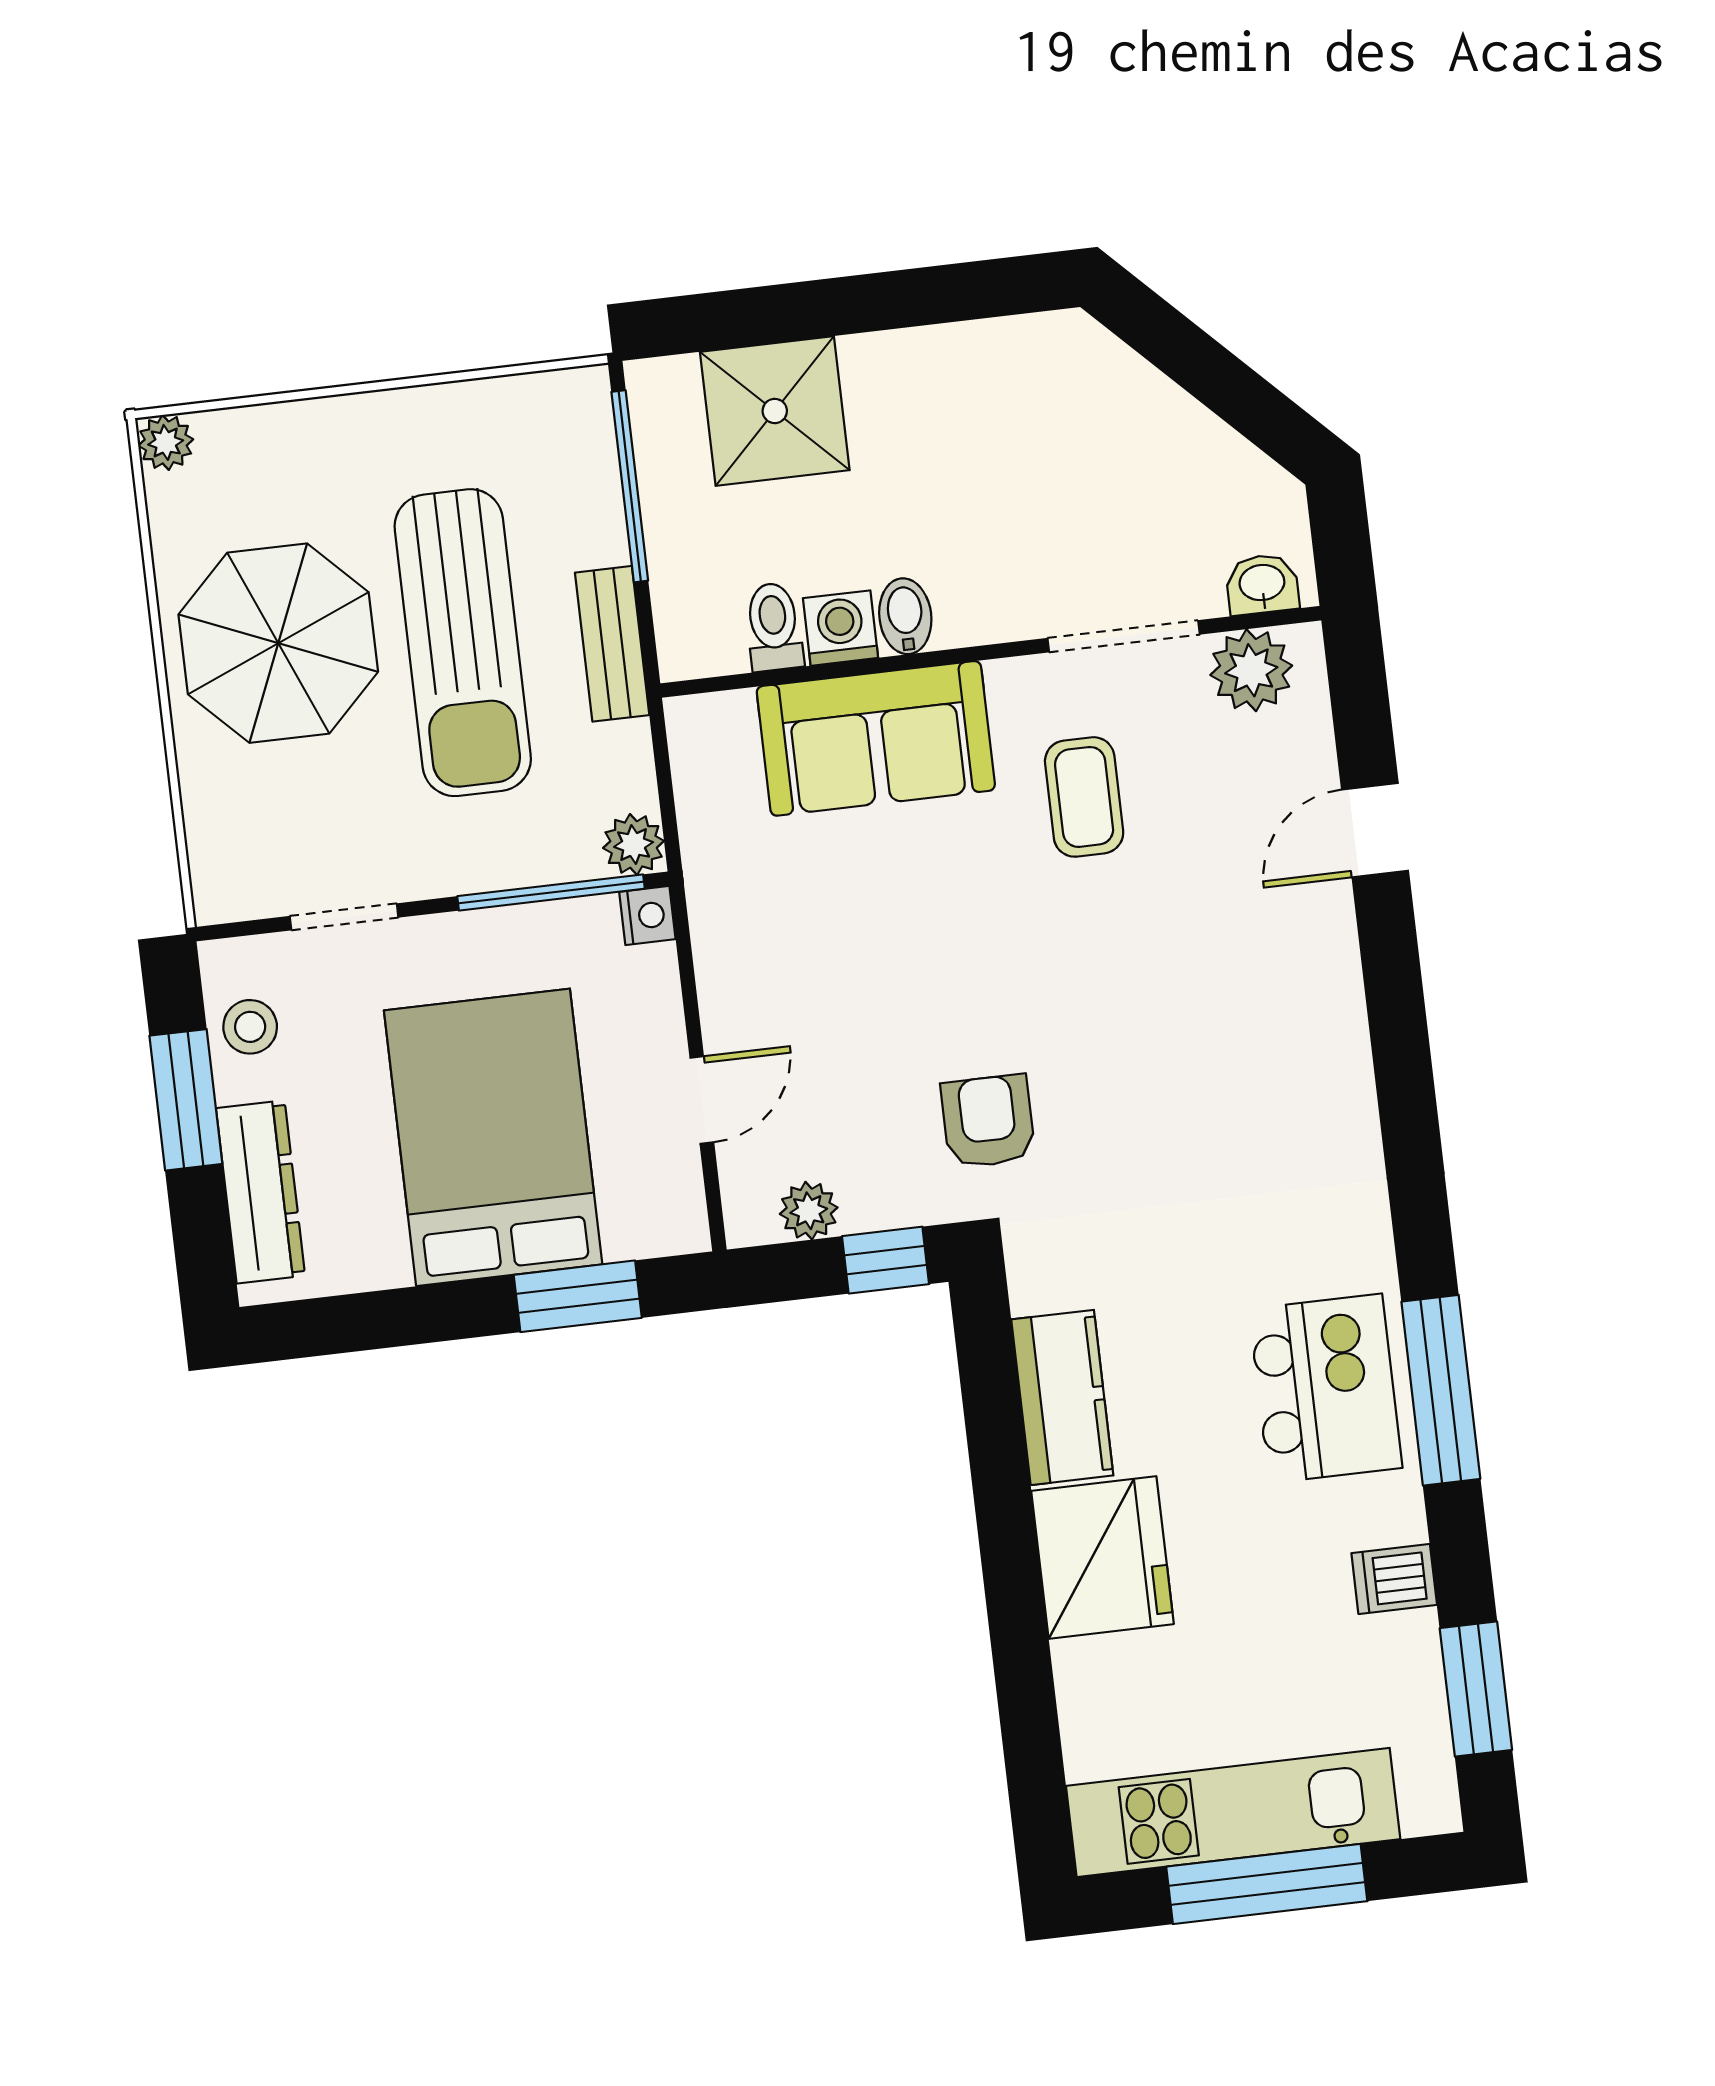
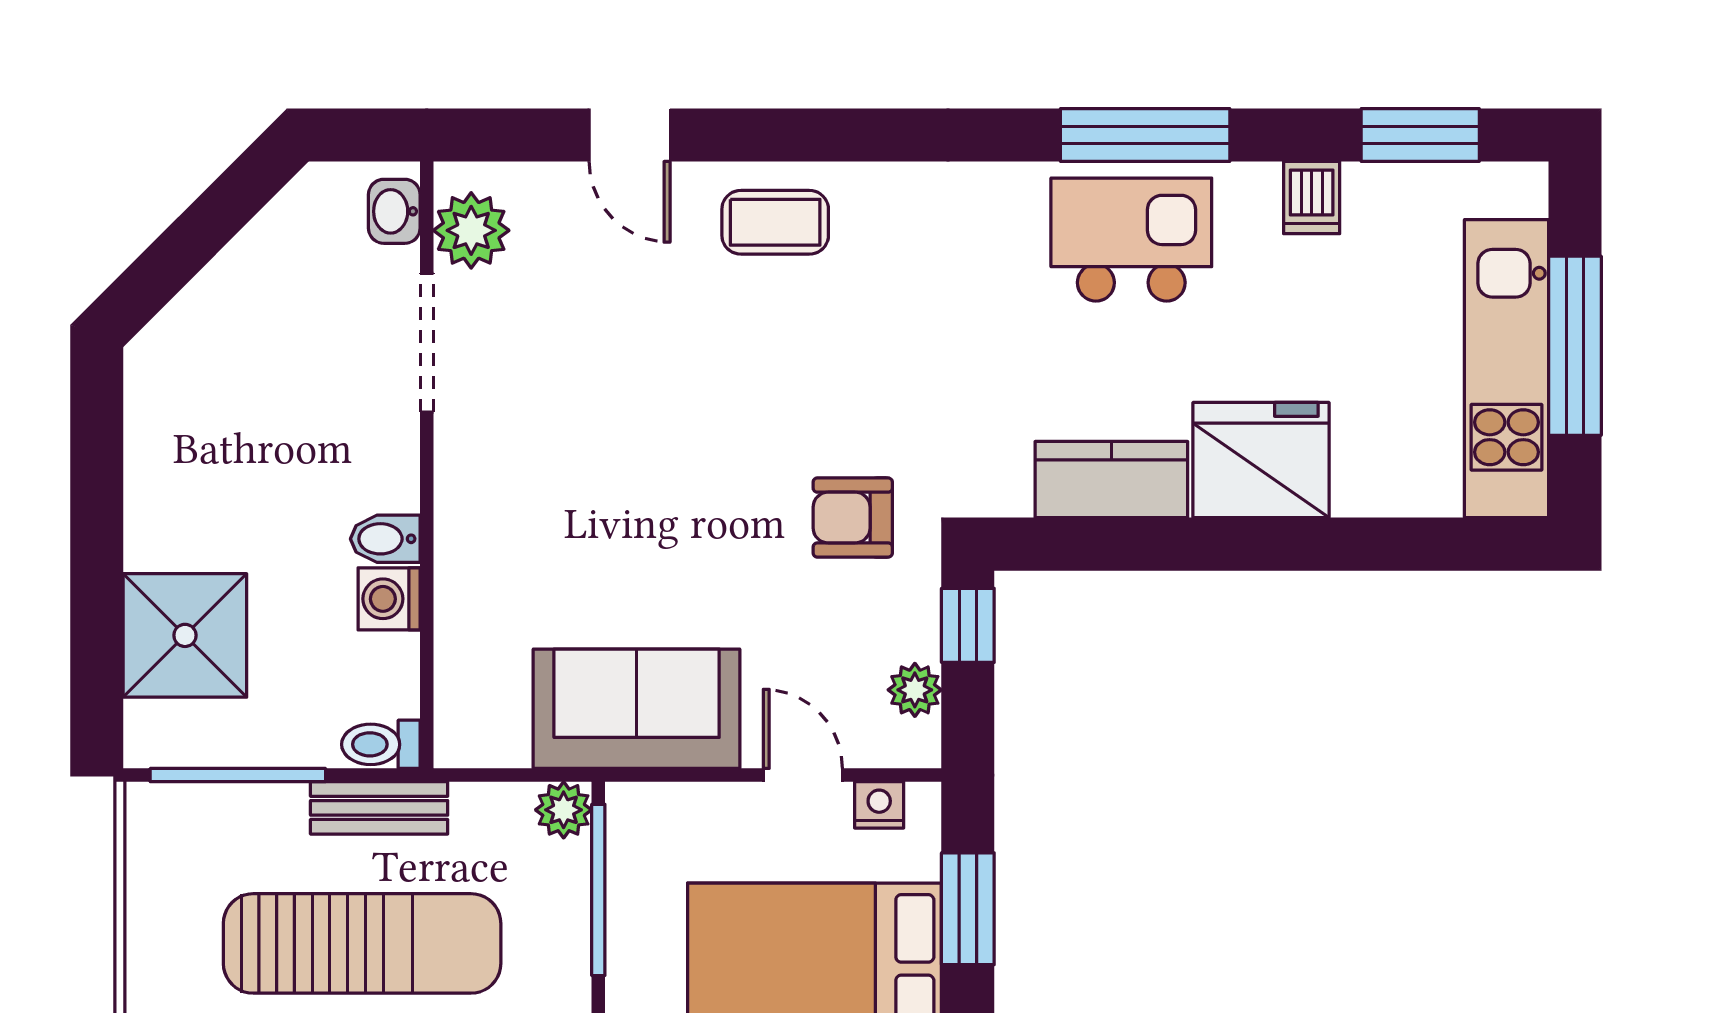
toilet: (774, 627) -> (381, 744), moved
sofa: (876, 738) -> (637, 709), moved, turned -90
coffee table: (1084, 797) -> (775, 222), moved
nightstand: (647, 915) -> (879, 805), moved

